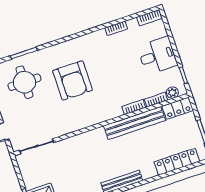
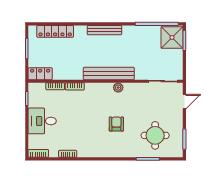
armchair: (73, 80) -> (116, 124), width x0.53, depth x0.53
plant: (172, 93) -> (118, 88), moved
bench: (135, 123) -> (109, 73), moved

